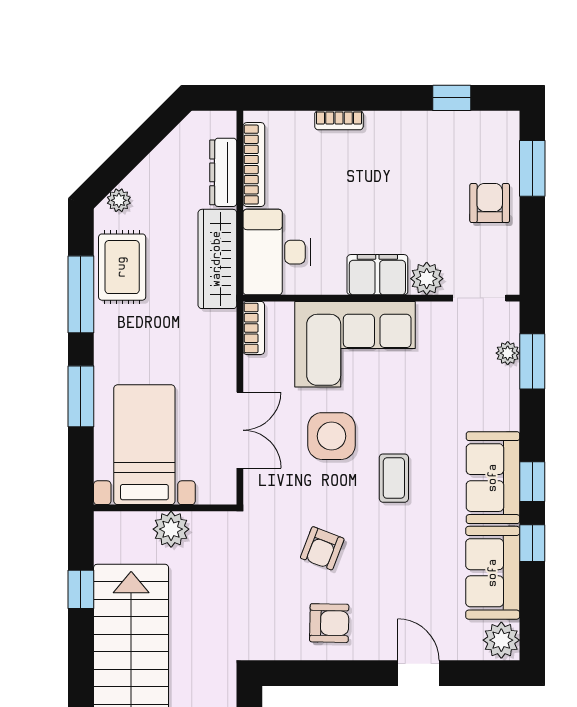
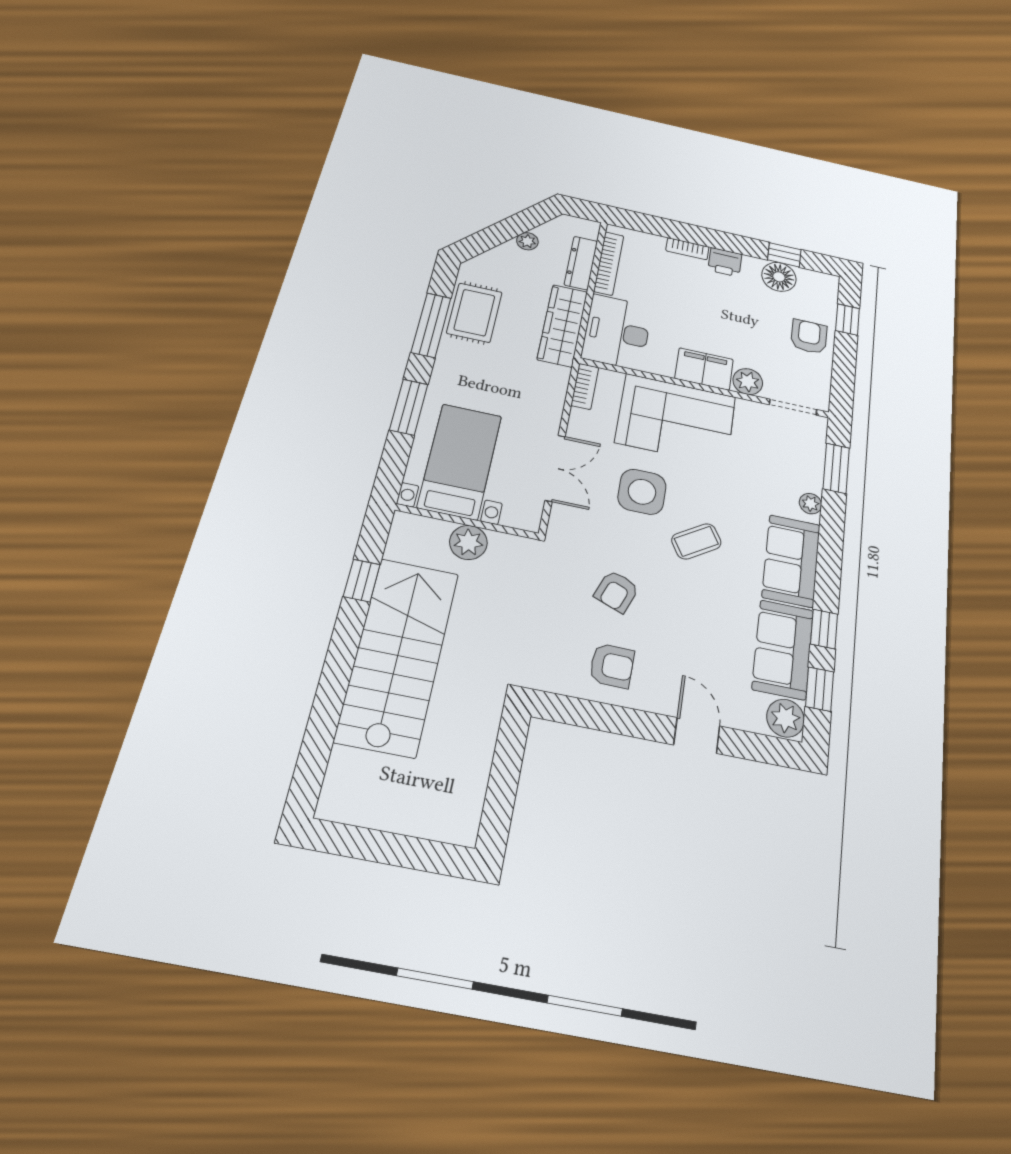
printer: (384, 127) -> (725, 262), added
floor lamp: (448, 131) -> (779, 277), added
window: (532, 168) -> (847, 320), width x0.67
plant: (119, 200) -> (527, 241), moved
plant: (508, 353) -> (810, 504), moved
coffee table: (394, 478) -> (696, 541), turned 58
window: (532, 482) -> (820, 689), moved

